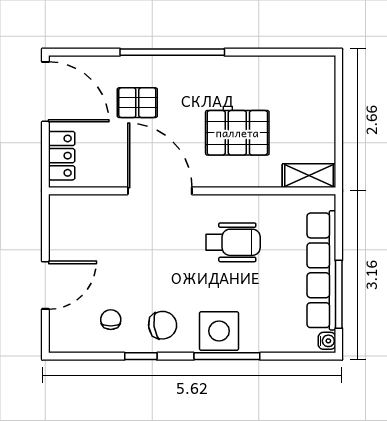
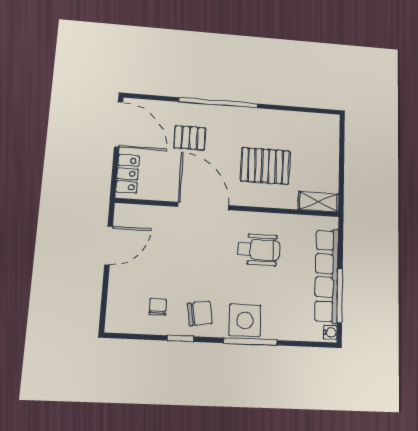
door: (45, 285) -> (109, 245), moved

